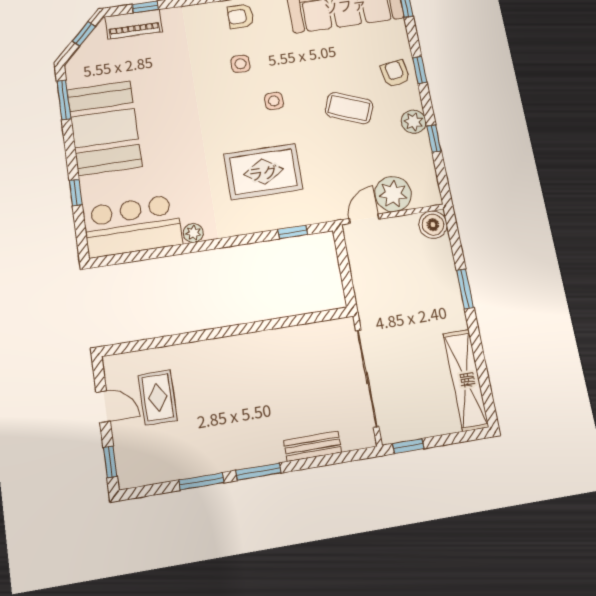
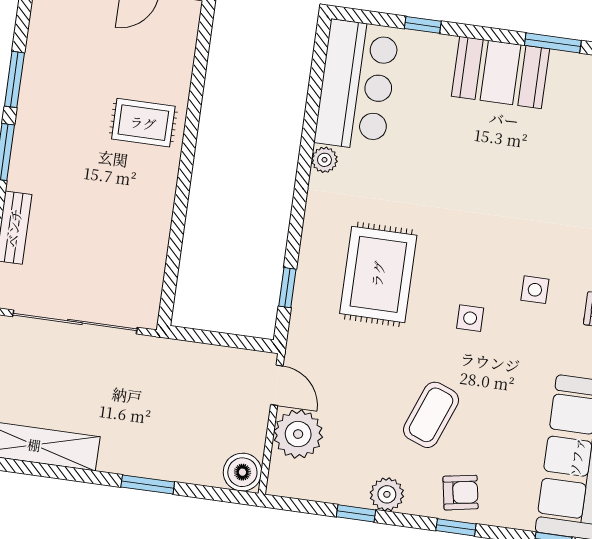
booth: (104, 128) -> (500, 73), width x0.73, depth x0.70
rug: (158, 397) -> (143, 123), moved

